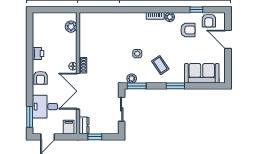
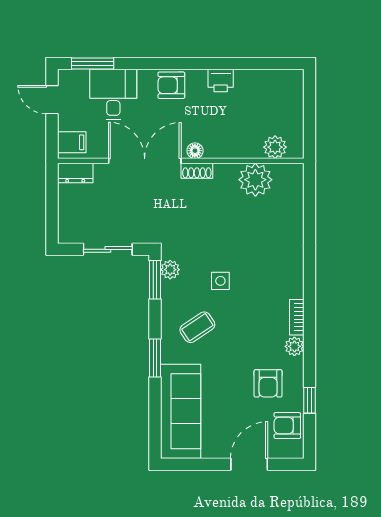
plant: (87, 36) -> (255, 180), added
sofa: (202, 73) -> (181, 411), width x1.36
window: (95, 137) -> (52, 195), removed

